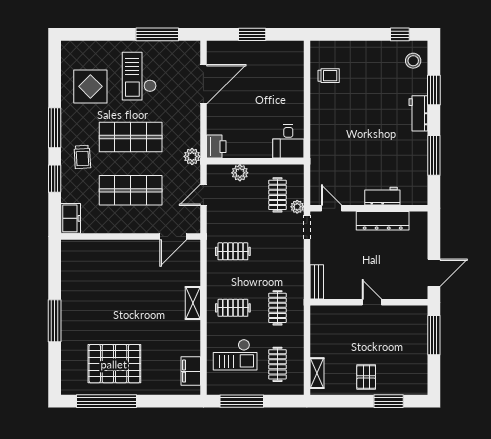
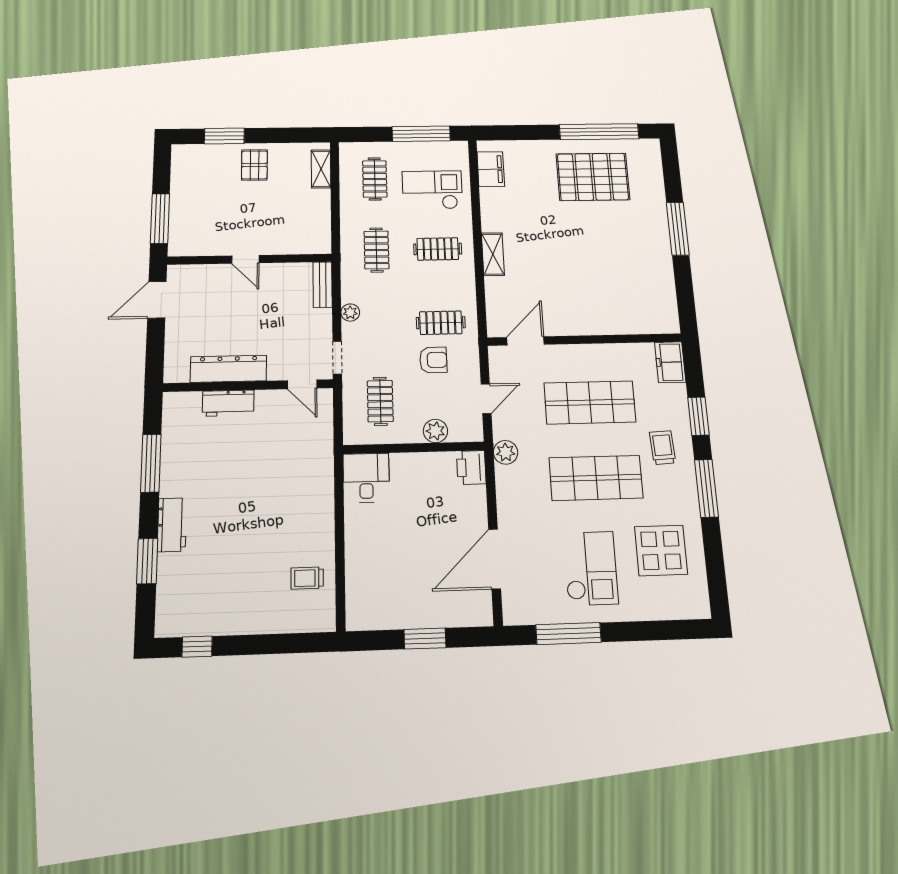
stool: (413, 61) -> (178, 606), removed
plant: (297, 207) -> (350, 313), moved
armchair: (239, 224) -> (433, 360), added

